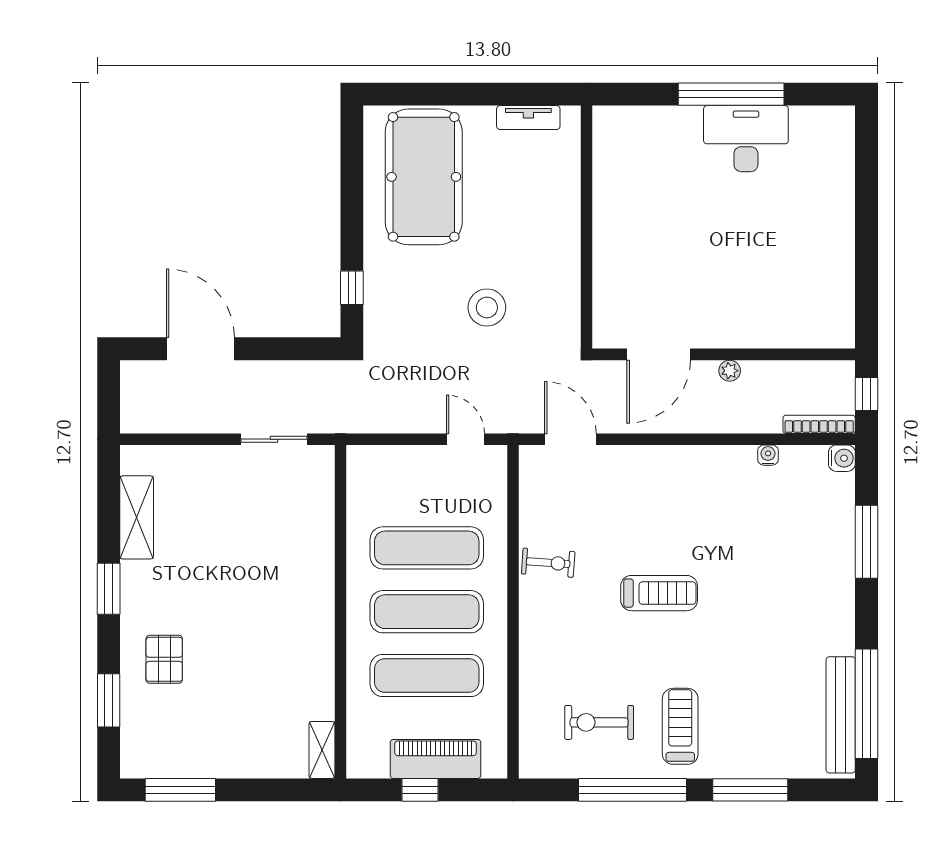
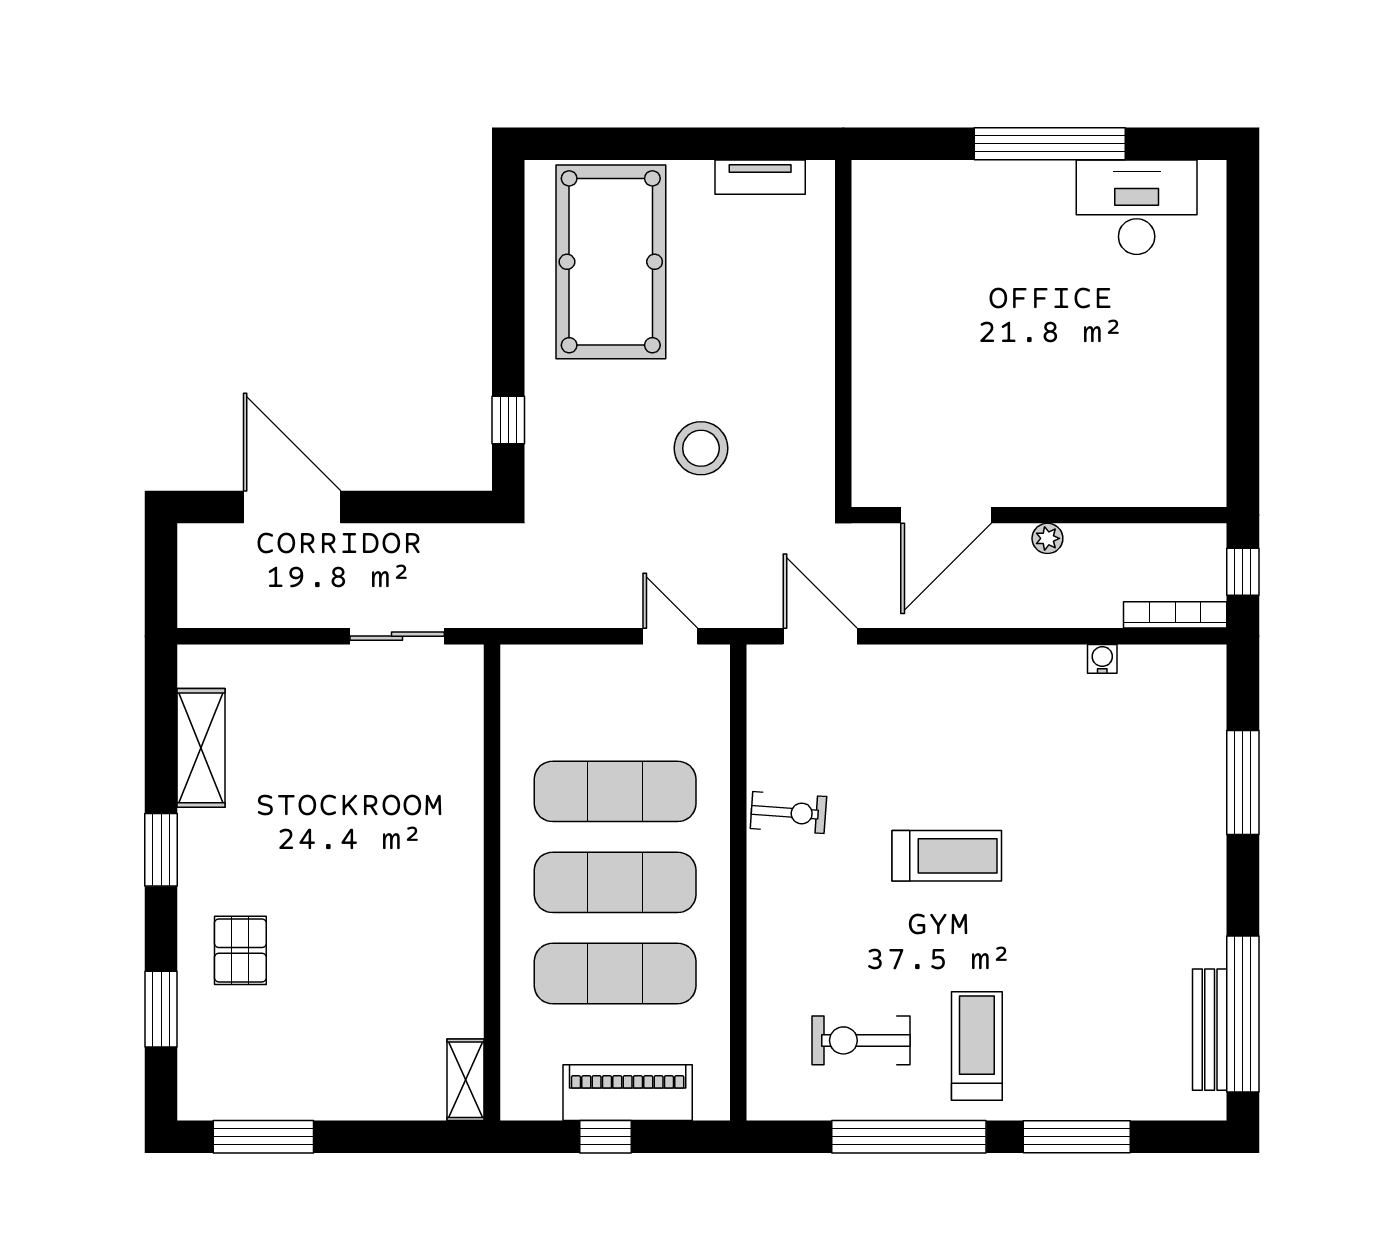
desk: (746, 139) -> (1137, 207), moved
water cooler: (842, 458) -> (1208, 663), removed
bench: (841, 715) -> (1210, 1030), width x0.73, depth x0.82

